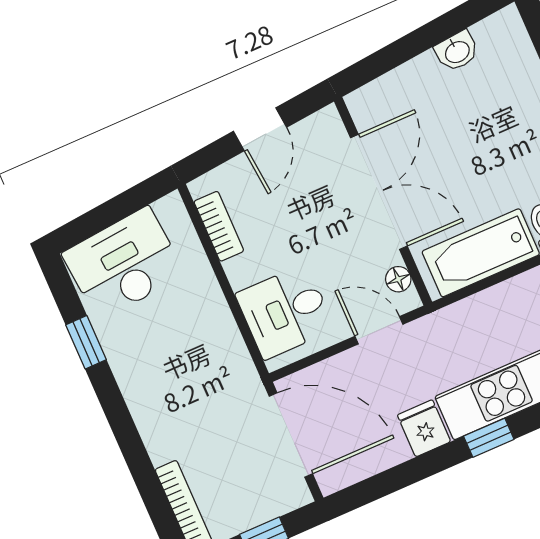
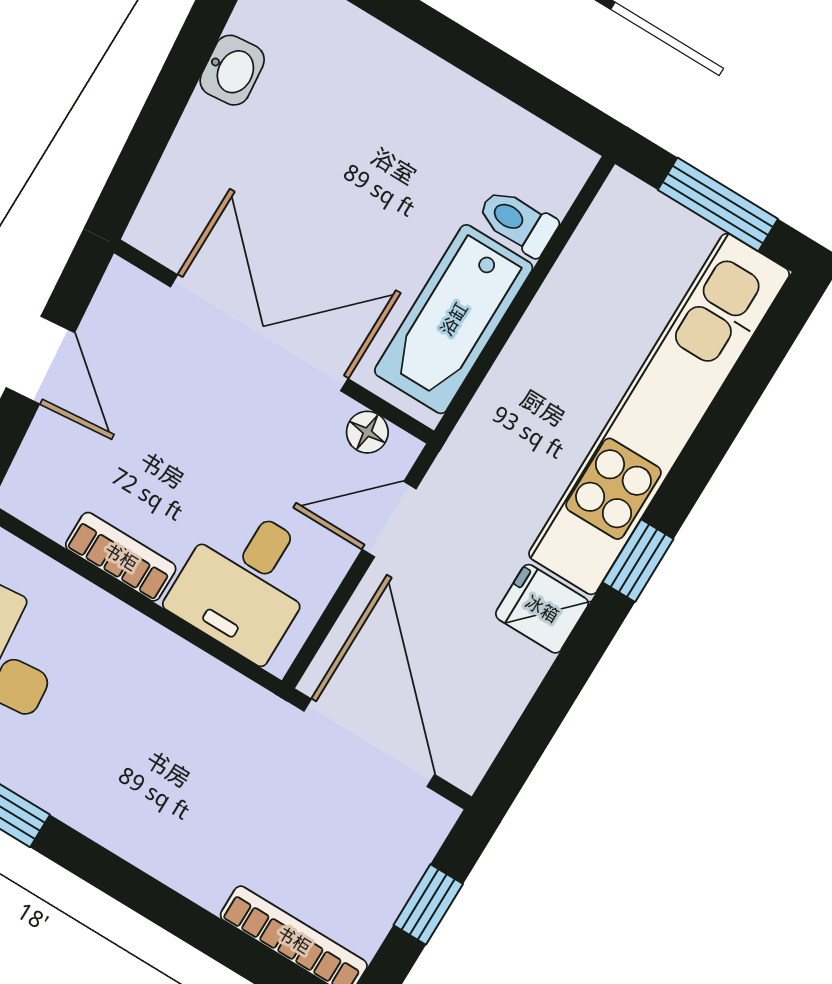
bookcase: (219, 226) -> (121, 557), moved
door: (291, 435) -> (369, 743), hinge flipped

